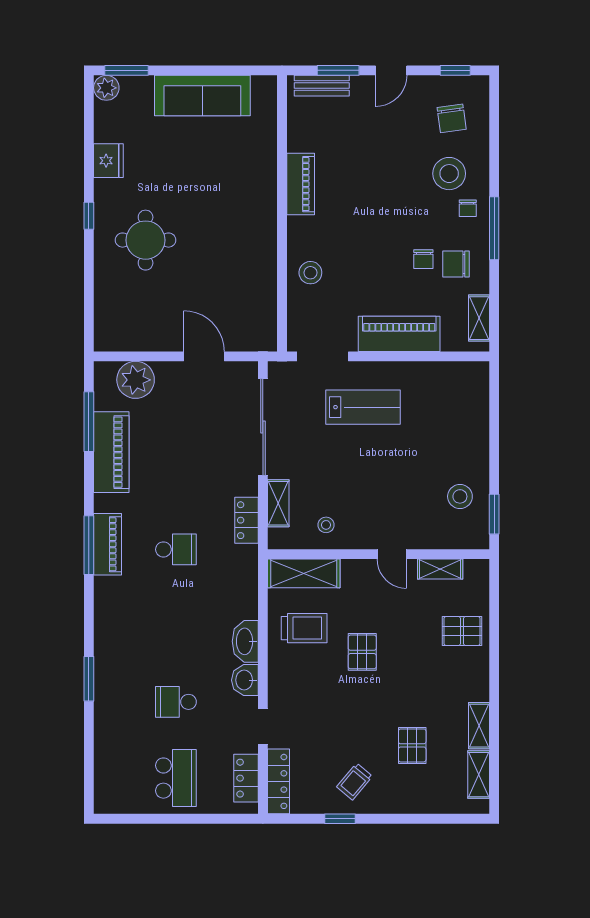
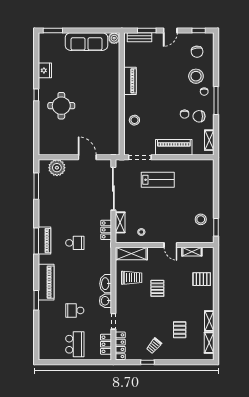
plant: (106, 88) -> (114, 38), moved
piano: (111, 452) -> (46, 282), moved

